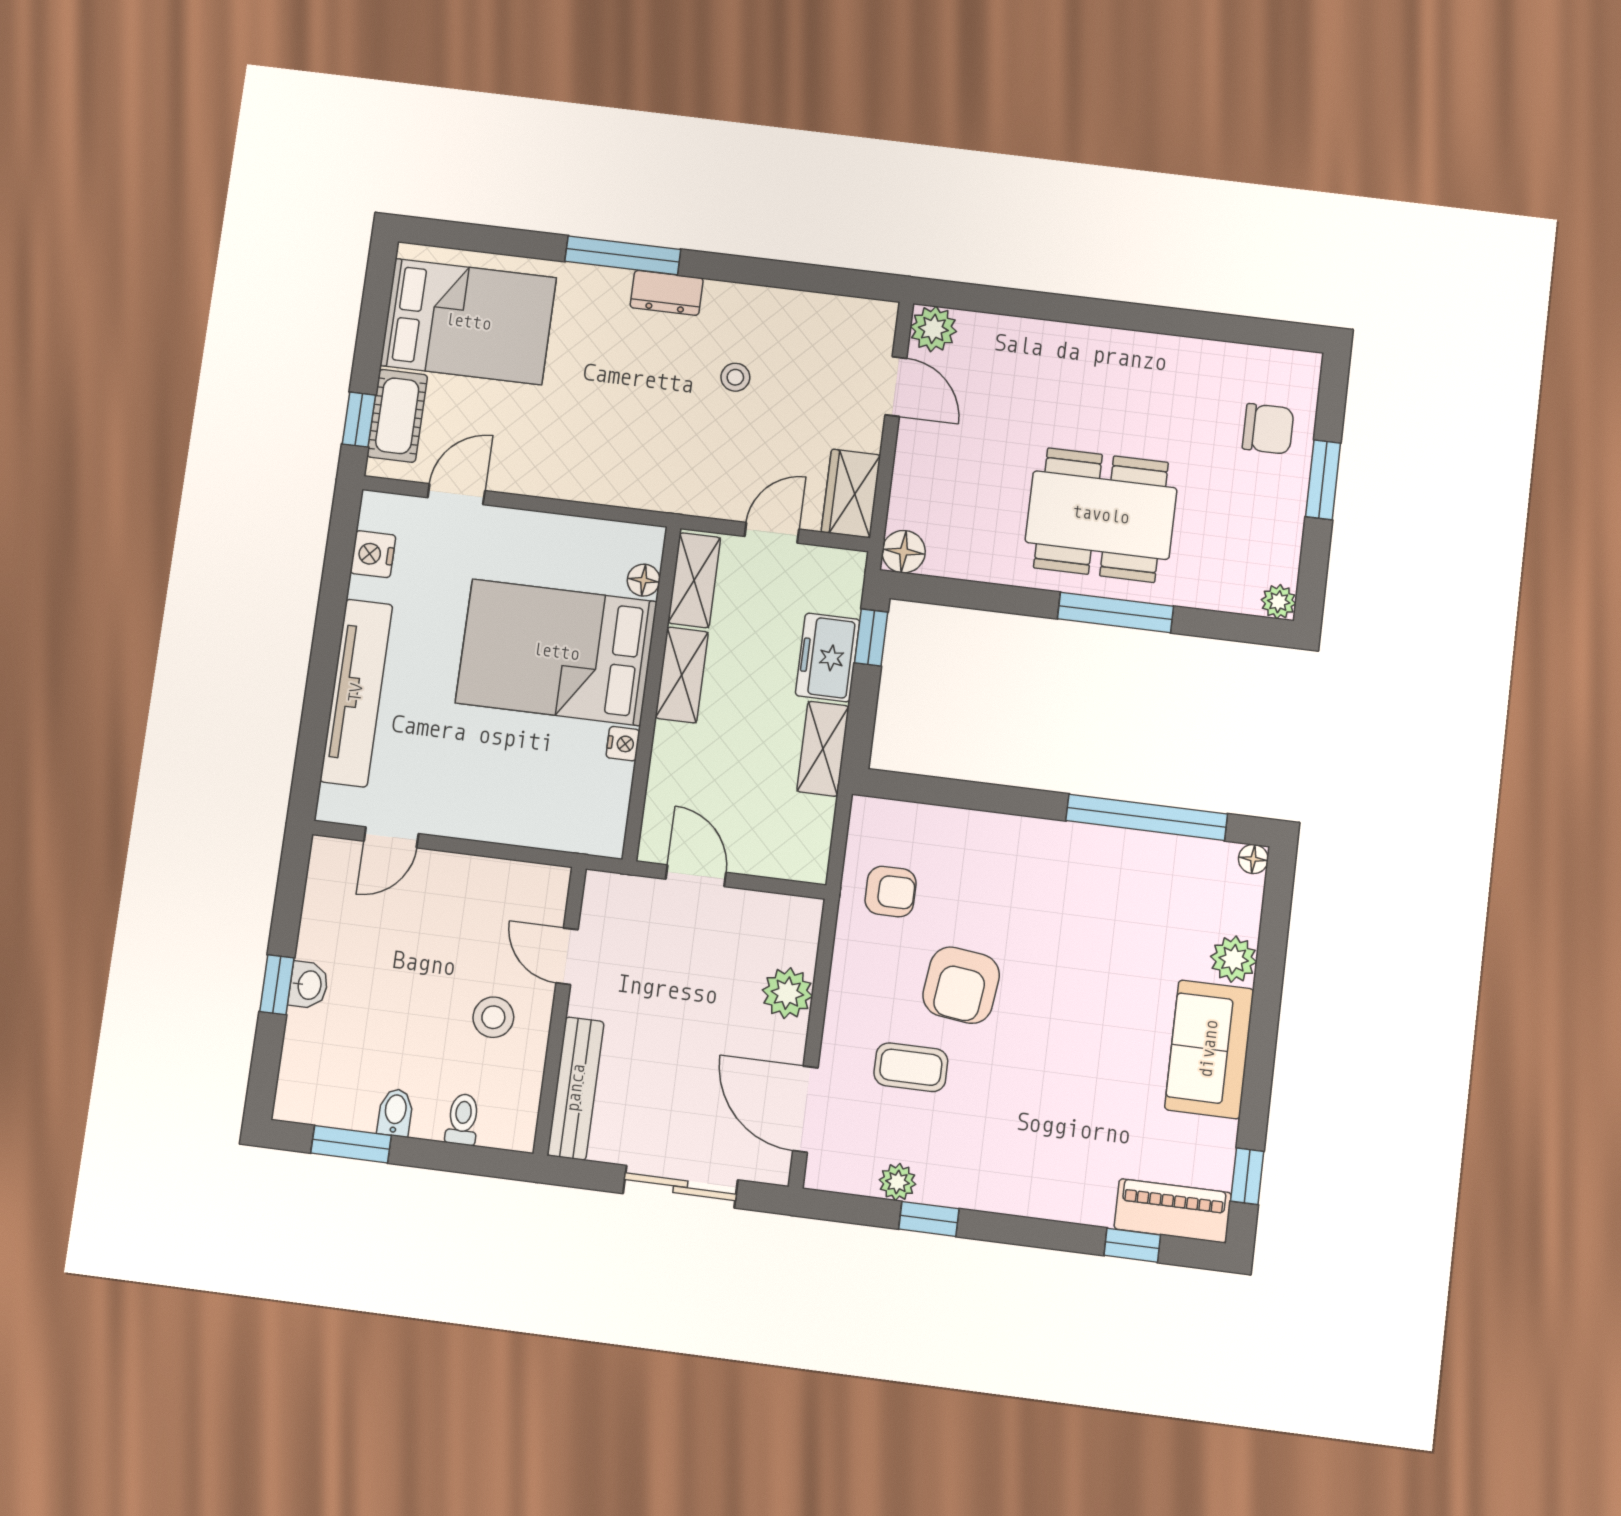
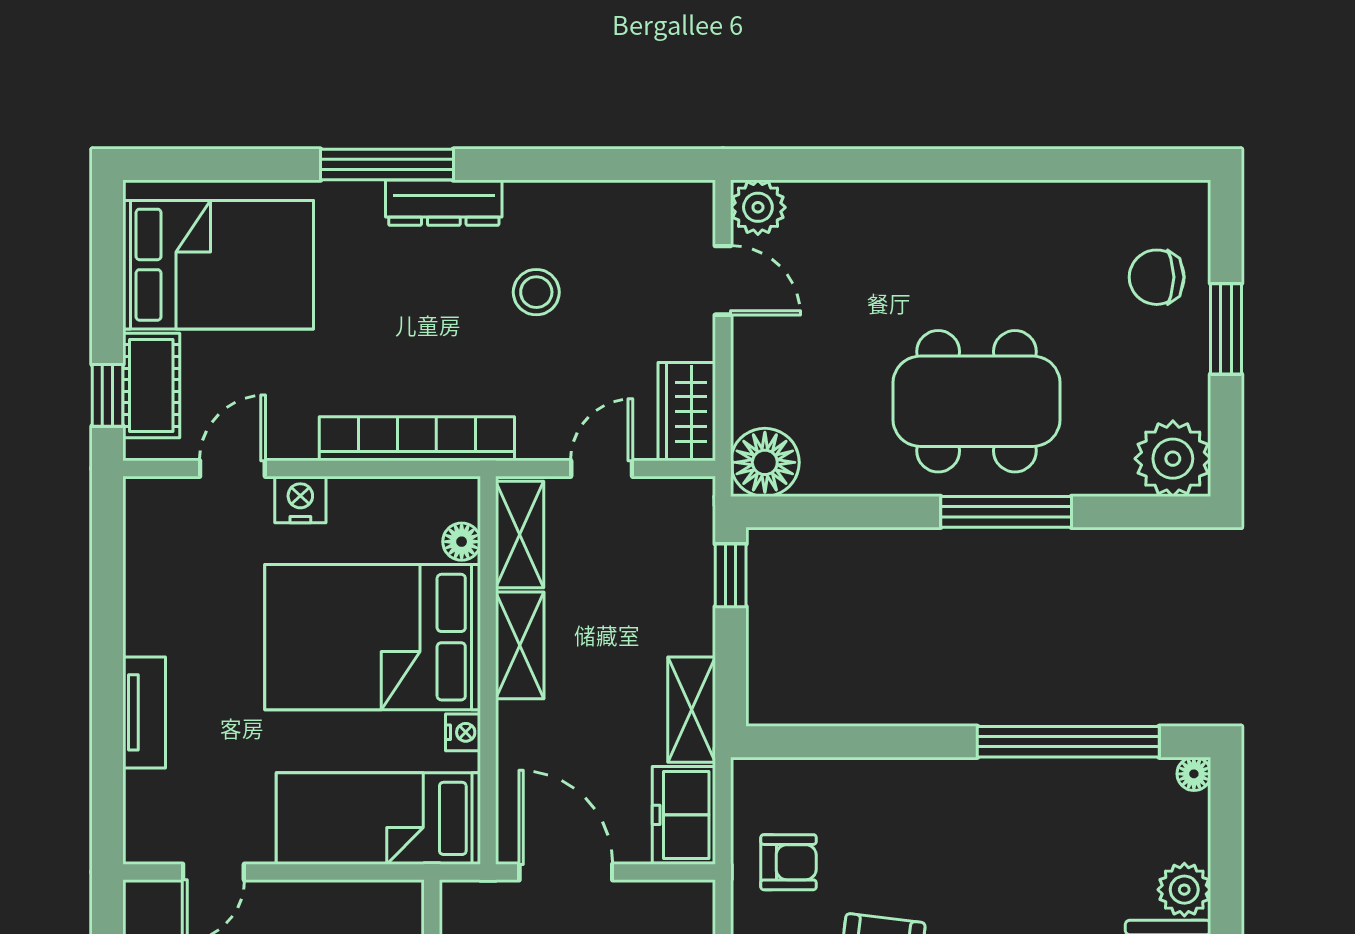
dresser: (667, 293) -> (444, 203), width x1.44
stool: (735, 377) -> (536, 292), width x1.37, depth x1.37
chair: (1268, 429) -> (1157, 277), turned 180
bookcase: (617, 488) -> (417, 439), added
floor lamp: (904, 552) -> (765, 462), width x1.38, depth x1.38
nightstand: (373, 554) -> (300, 500), moved, turned 90
plant: (1279, 602) -> (1173, 459), width x1.87, depth x1.87
freezer: (828, 657) -> (684, 815), moved
tv unit: (356, 693) -> (144, 712), width x0.52, depth x0.78
bed: (540, 809) -> (378, 818), added
door: (696, 876) -> (566, 872), width x1.38

